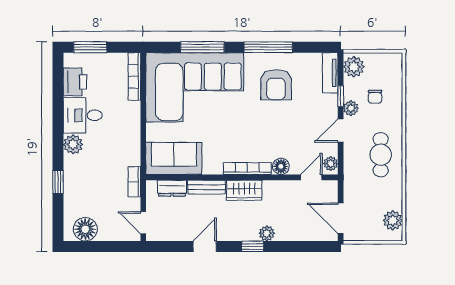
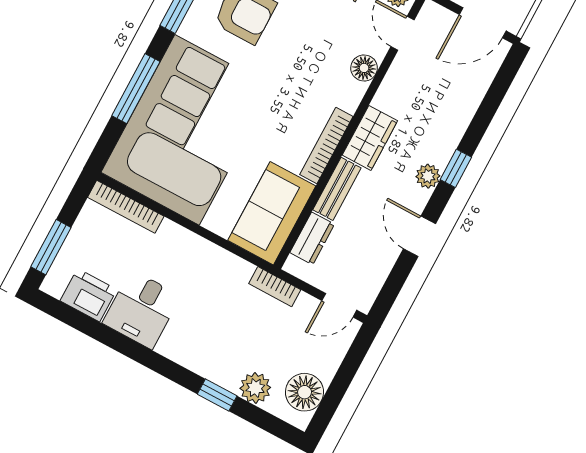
plant: (73, 144) -> (255, 388), moved
bookcase: (247, 169) -> (326, 145), moved
plant: (267, 233) -> (428, 176), moved

